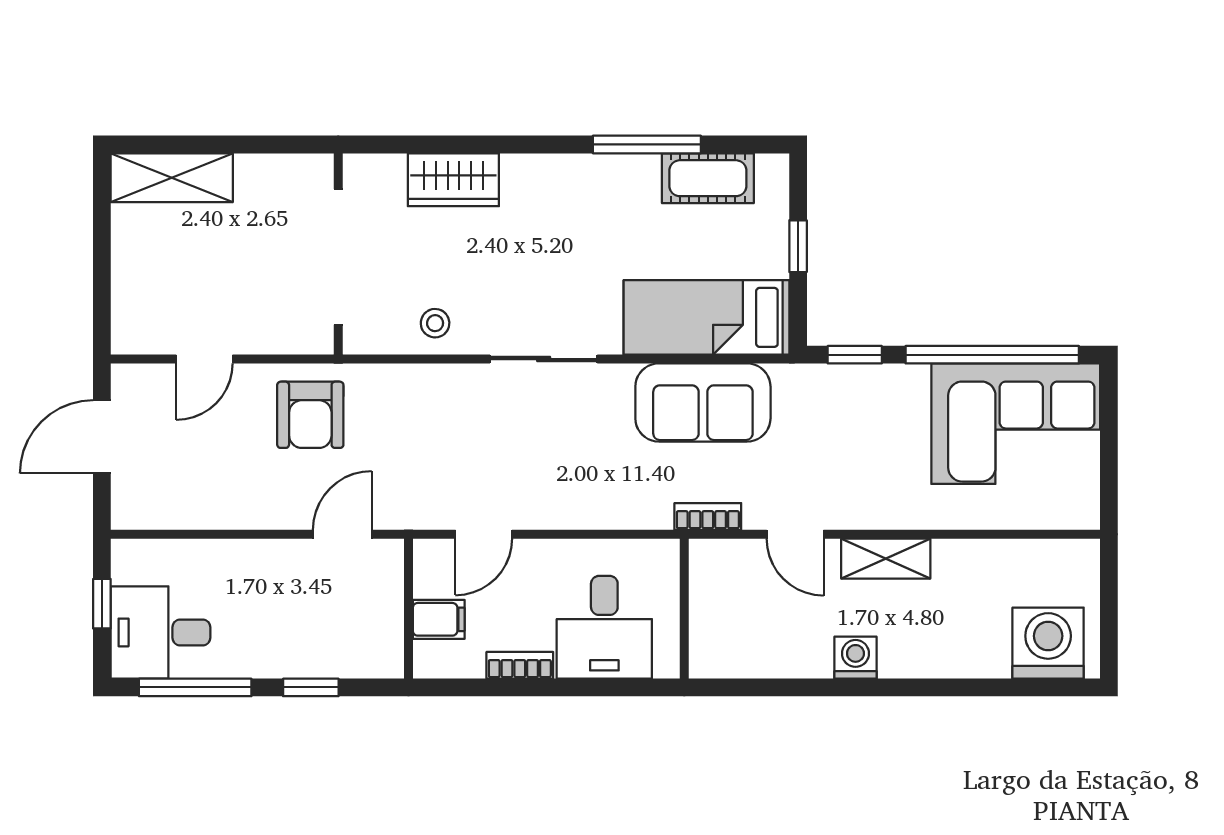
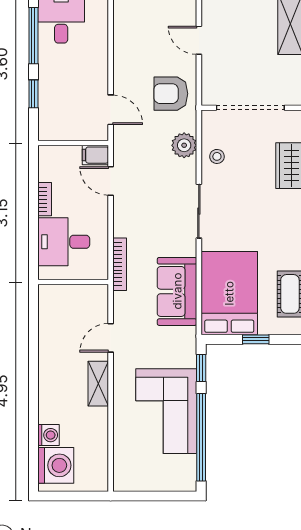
bed: (706, 317) -> (229, 293), width x1.50
plant: (413, 388) -> (184, 145), added
corner sofa: (1016, 424) -> (166, 411), moved
bookcase: (708, 516) -> (120, 264), moved, width x1.56
filing cabinet: (439, 619) -> (95, 155), moved, turned 90
washing machine: (855, 658) -> (48, 435), moved

